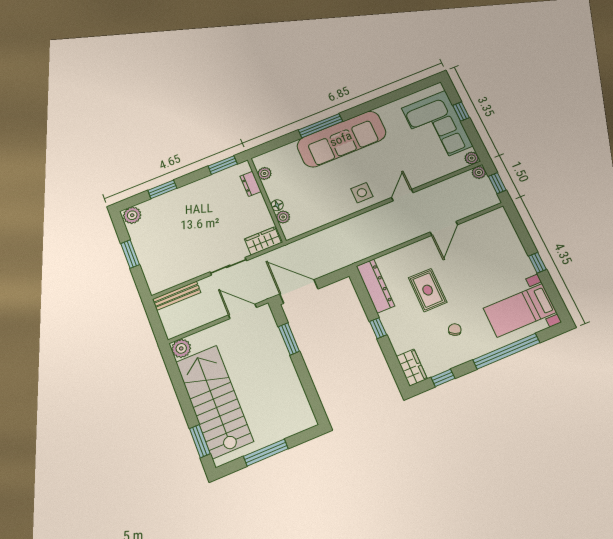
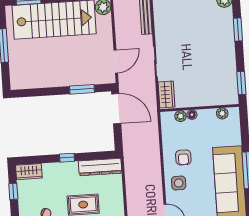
dresser: (251, 184) -> (217, 100), removed
armchair: (330, 198) -> (183, 157), added
door: (299, 292) -> (116, 109), hinge flipped

